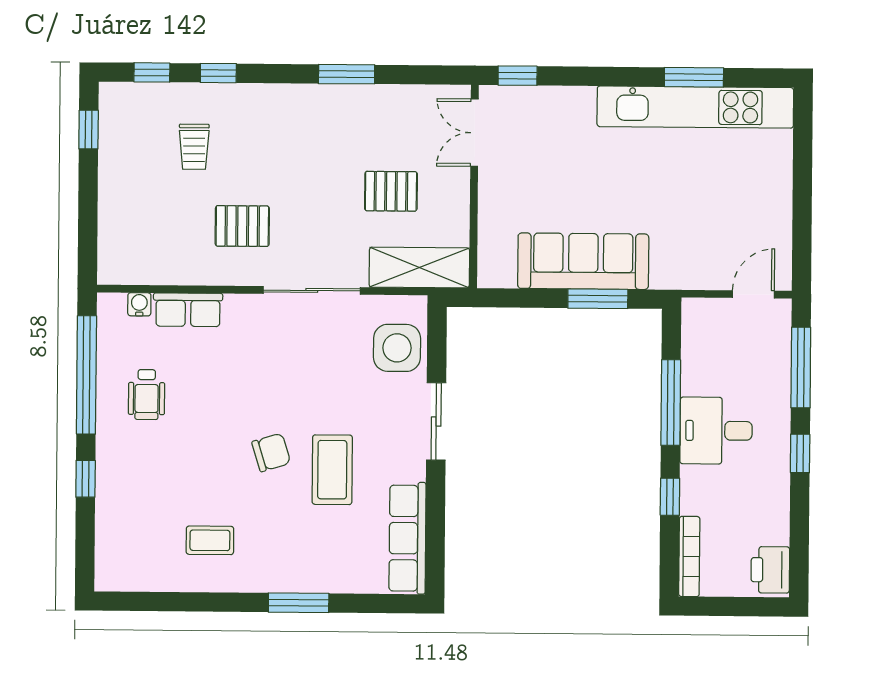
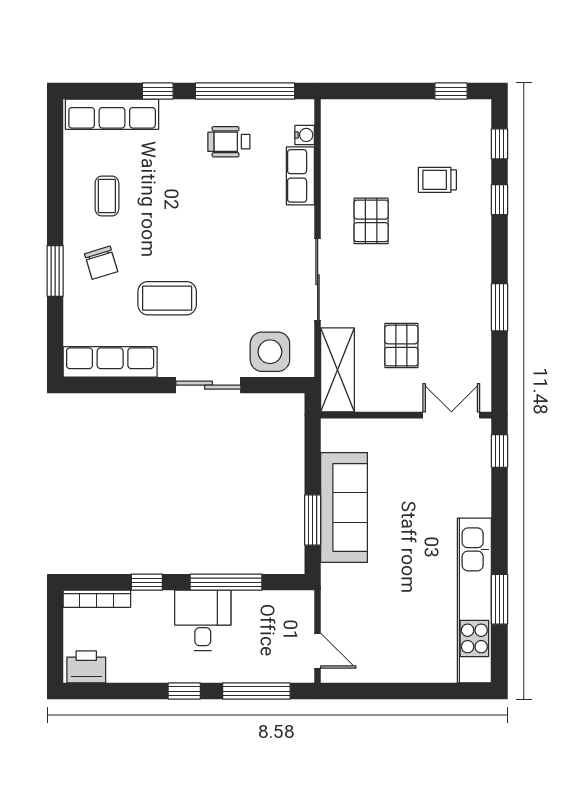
chair: (271, 452) -> (101, 263), moved
row of seats: (113, 533) -> (112, 114), added

